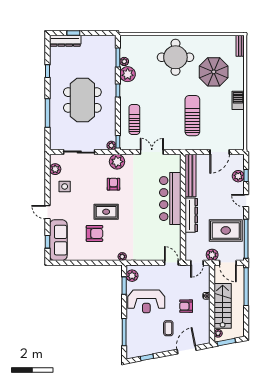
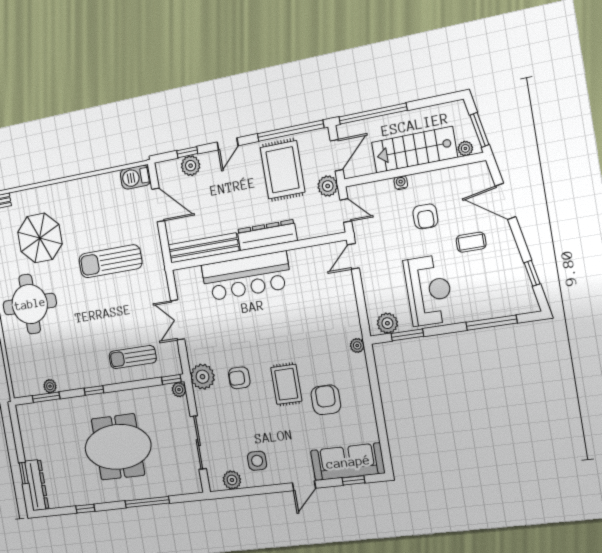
plant: (128, 74) -> (67, 378), removed
barbecue: (238, 100) -> (135, 177), moved

